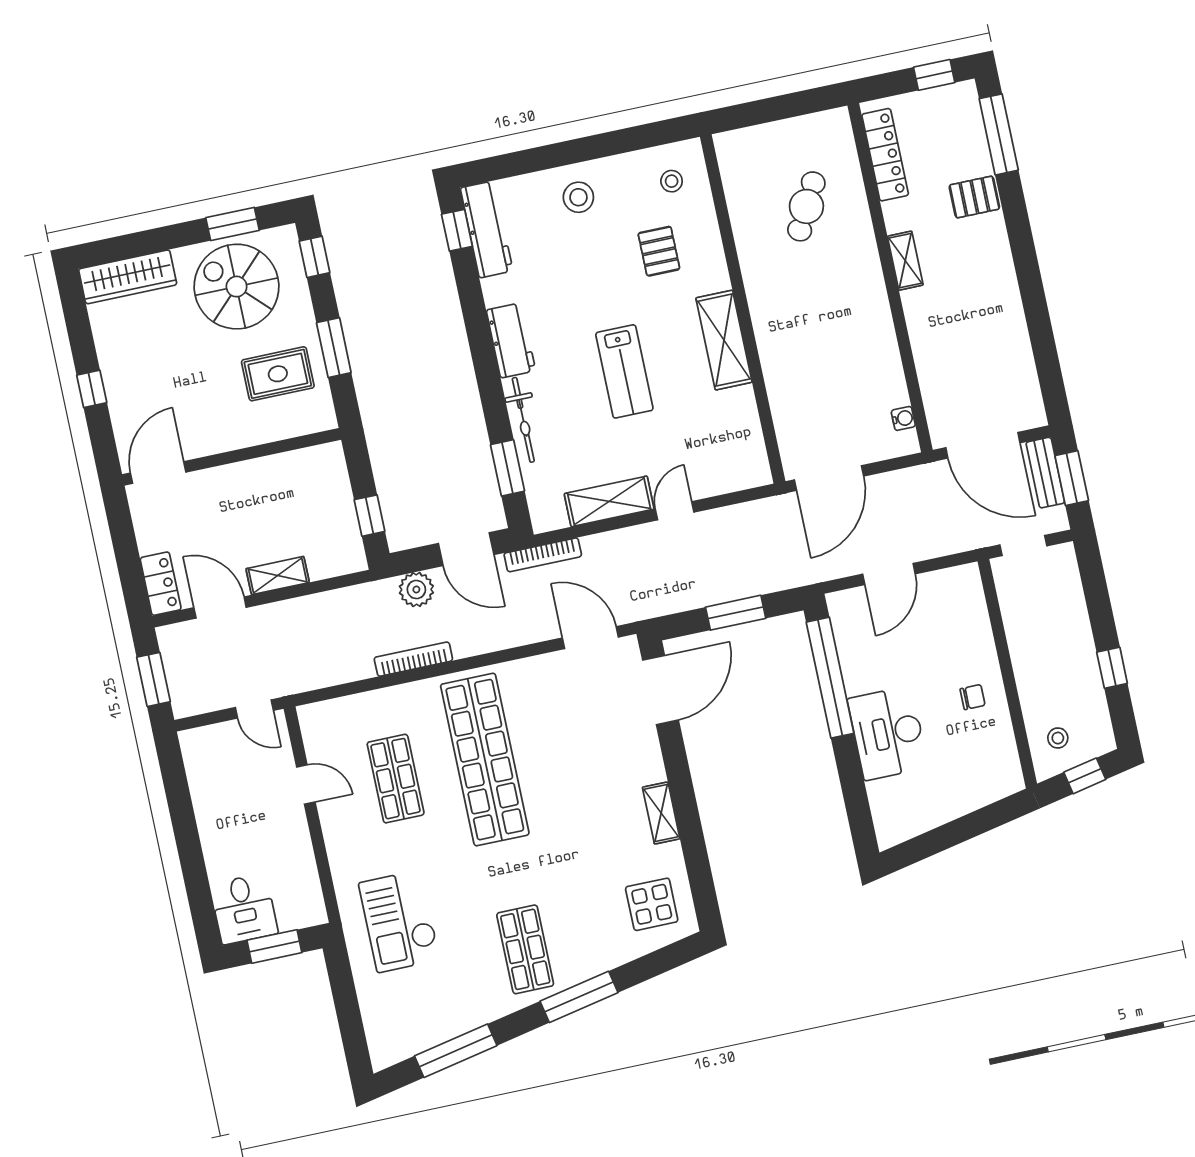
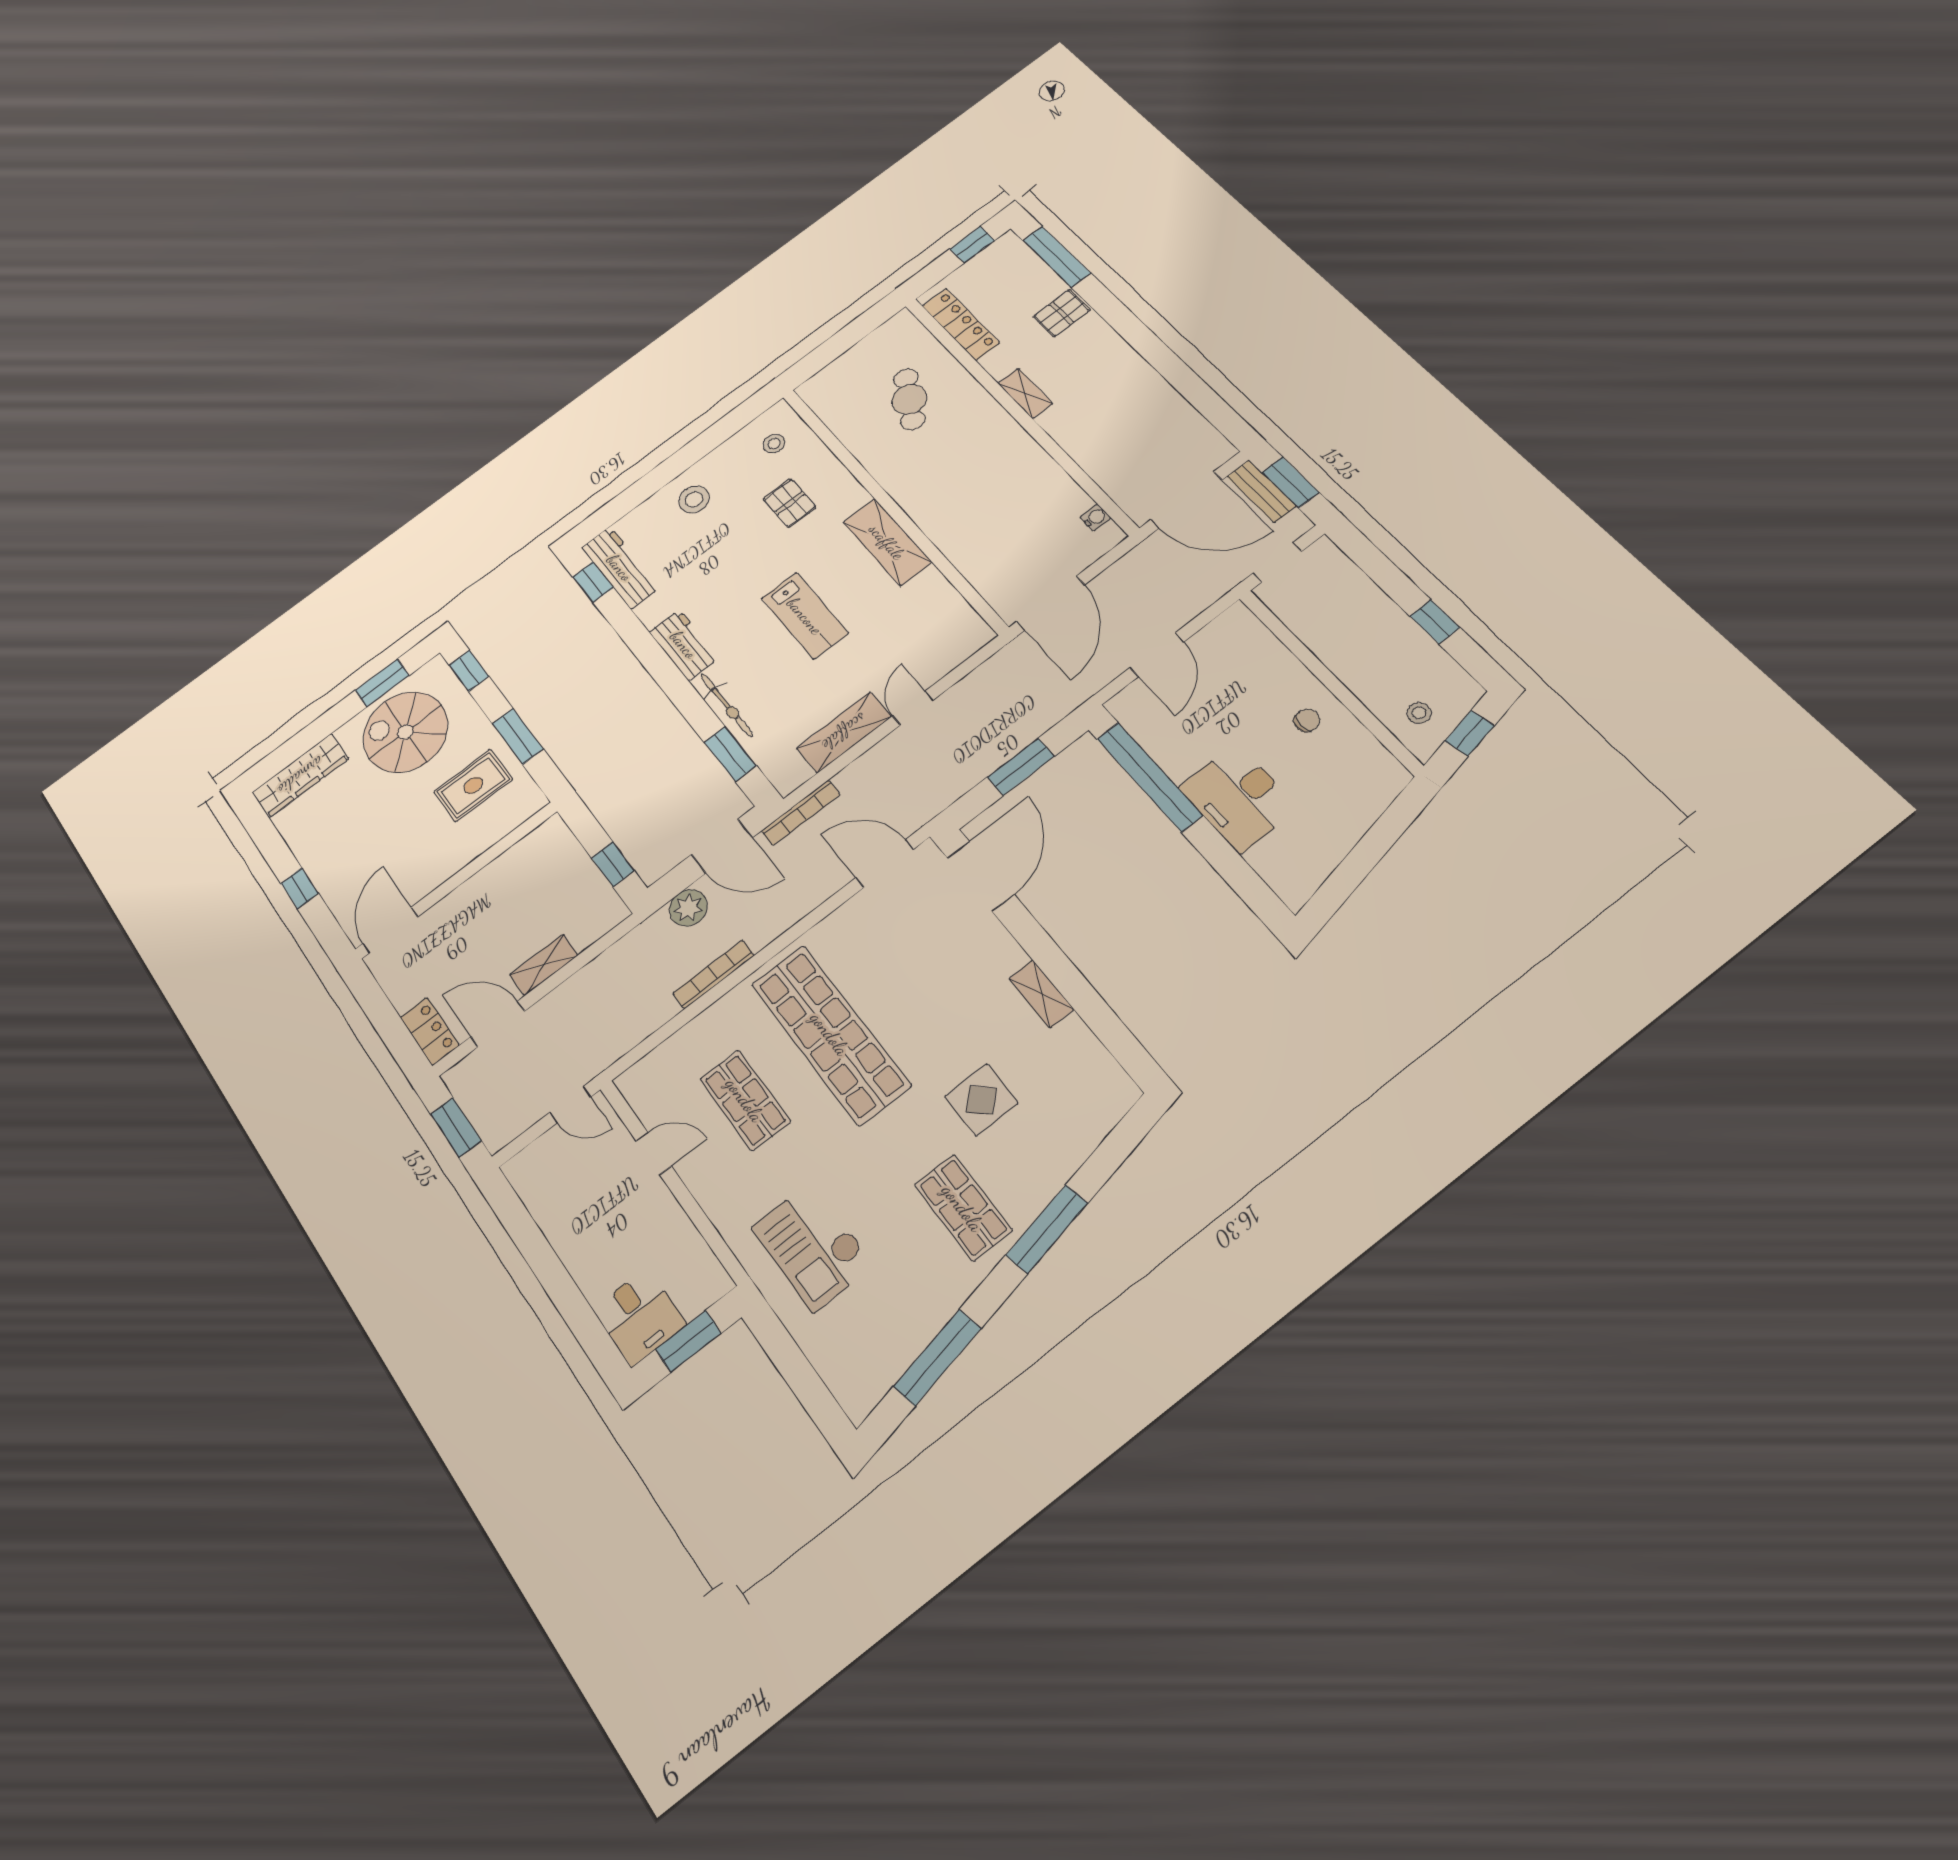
display table: (652, 904) -> (981, 1100), moved

